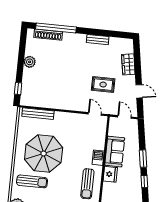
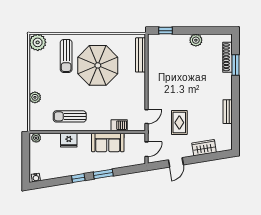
window: (56, 28) -> (236, 65), width x0.47
barbecue: (98, 158) -> (119, 125), moved
fridge: (110, 174) -> (69, 140), moved

